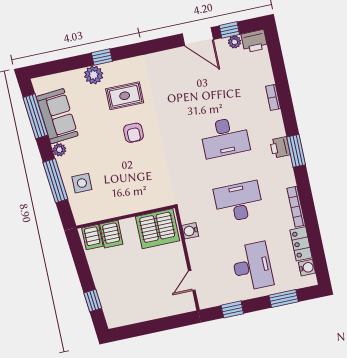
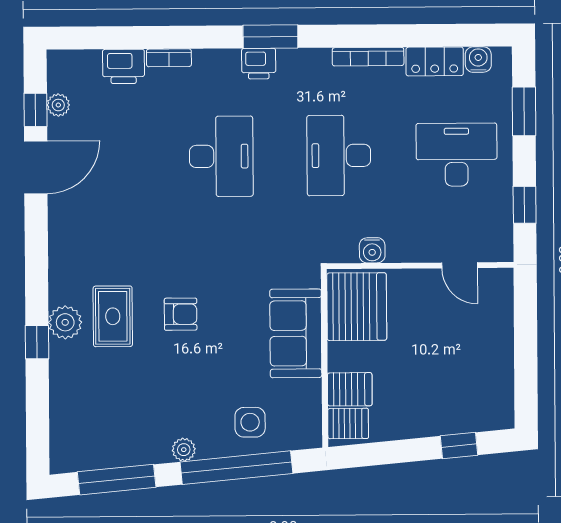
printer: (254, 41) -> (124, 66), moved, turned 90
plant: (94, 75) -> (65, 322), moved
sofa: (57, 116) -> (296, 333), moved, turned -85
window: (55, 181) -> (236, 468), width x1.46

